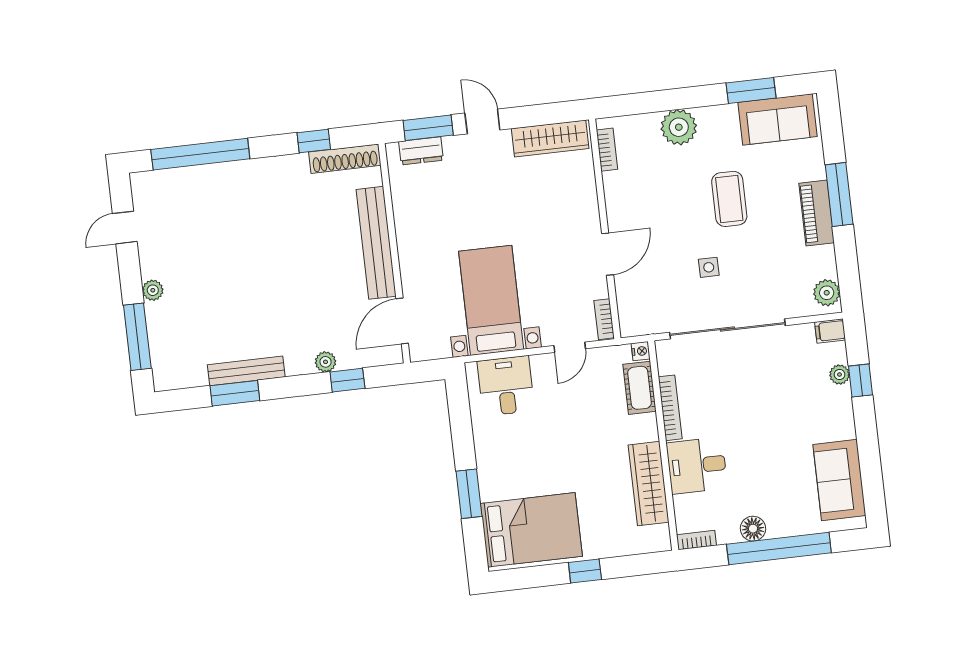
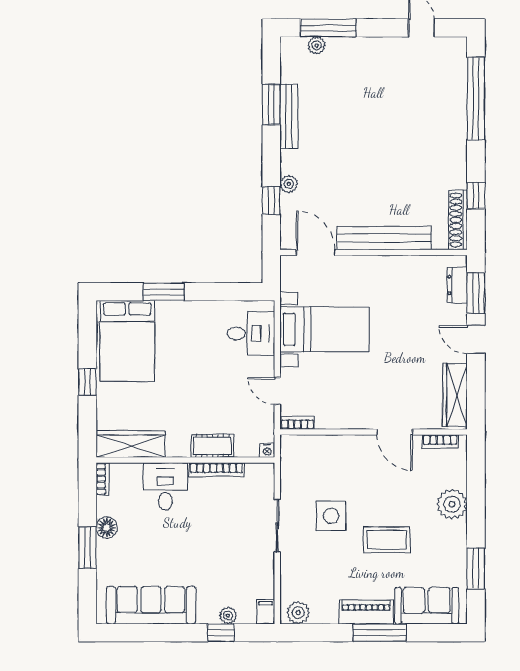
sofa: (778, 119) -> (427, 606), moved, turned 90
door: (482, 122) -> (476, 339), swing flipped
door: (608, 254) -> (395, 432), moved
side table: (709, 267) -> (331, 516), width x1.87, depth x1.87
plant: (153, 290) -> (317, 45), moved
sliding door: (727, 329) -> (277, 526), width x0.54
cot: (640, 388) -> (213, 446), moved
sofa: (839, 480) -> (151, 605), width x1.36
wardrobe: (649, 484) -> (131, 444), moved
window: (779, 549) -> (87, 548), width x0.47

